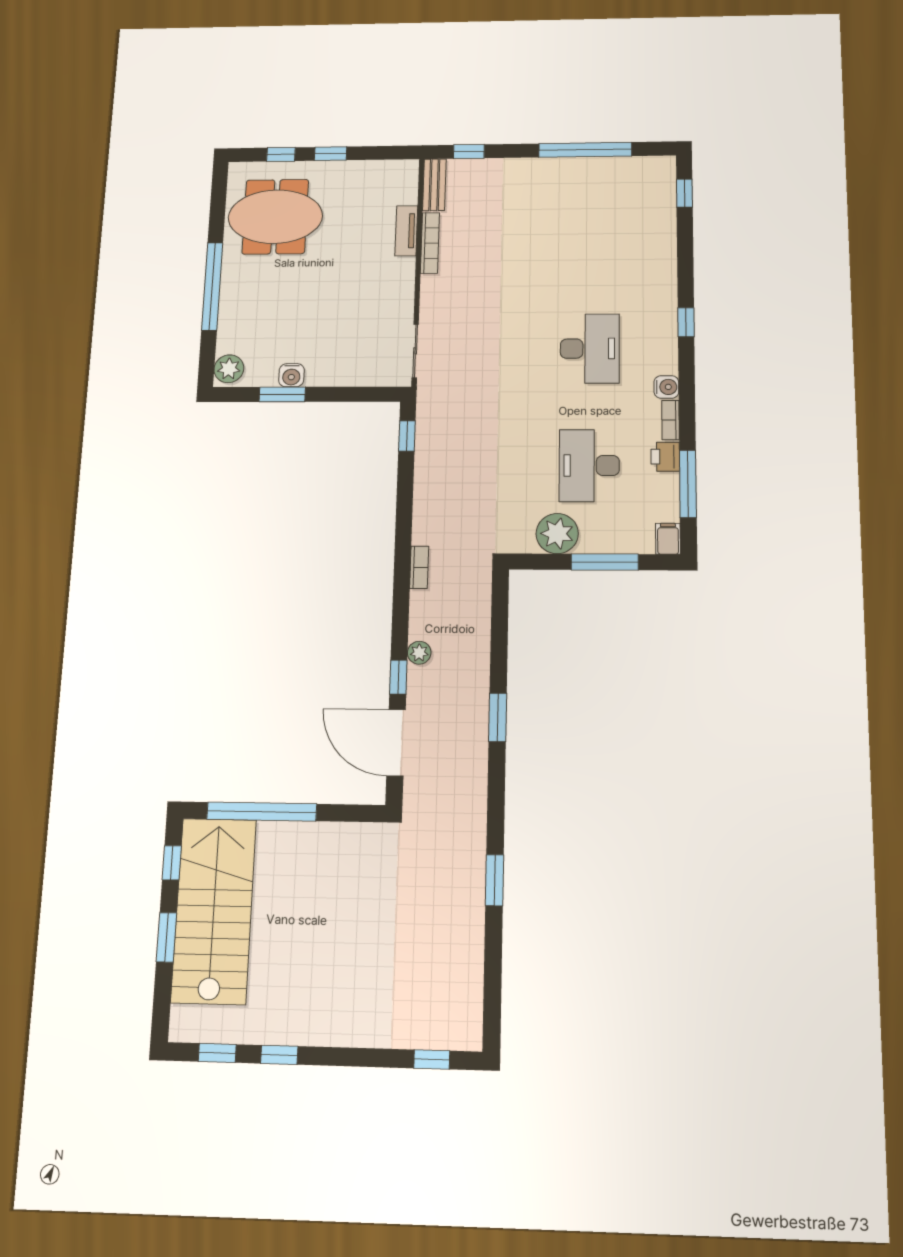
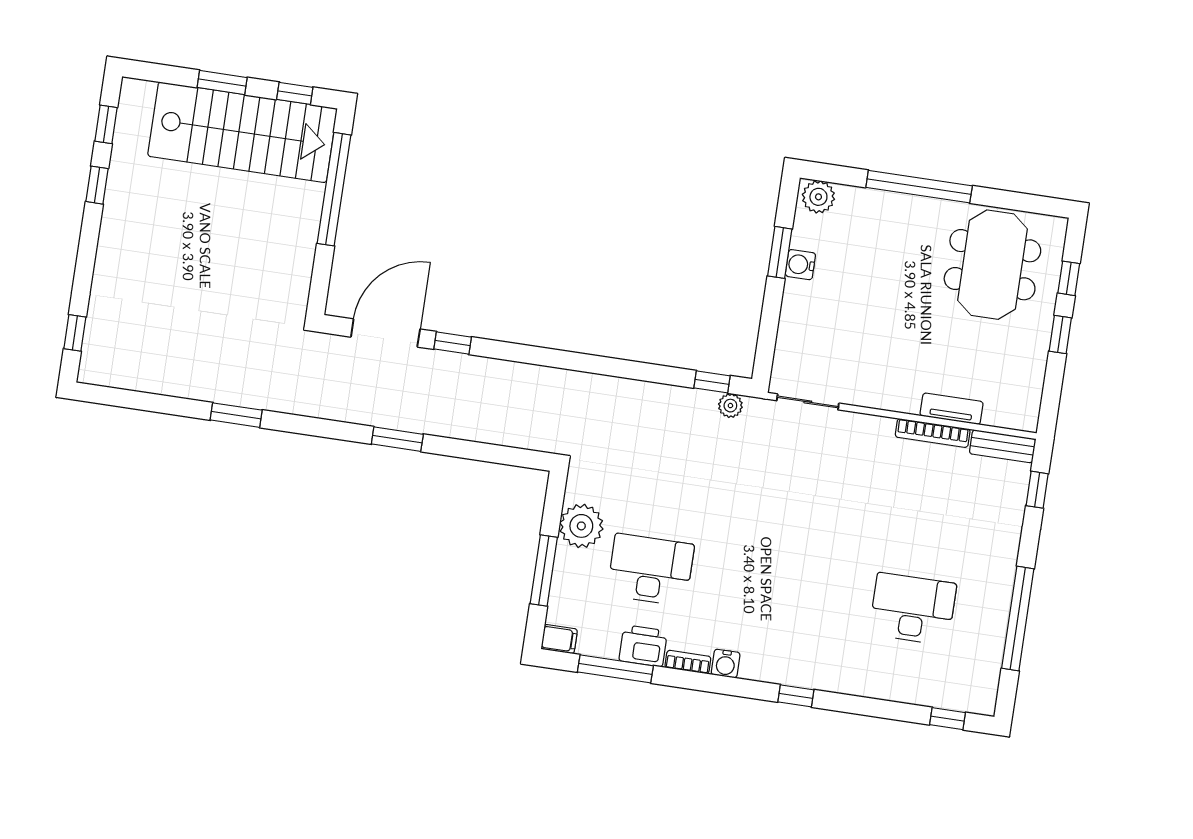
desk: (590, 349) -> (913, 609), moved, turned 180
printer: (665, 457) -> (643, 646), width x1.36, depth x1.24
bookcase: (419, 567) -> (566, 378), removed
plant: (419, 653) -> (730, 406), moved

